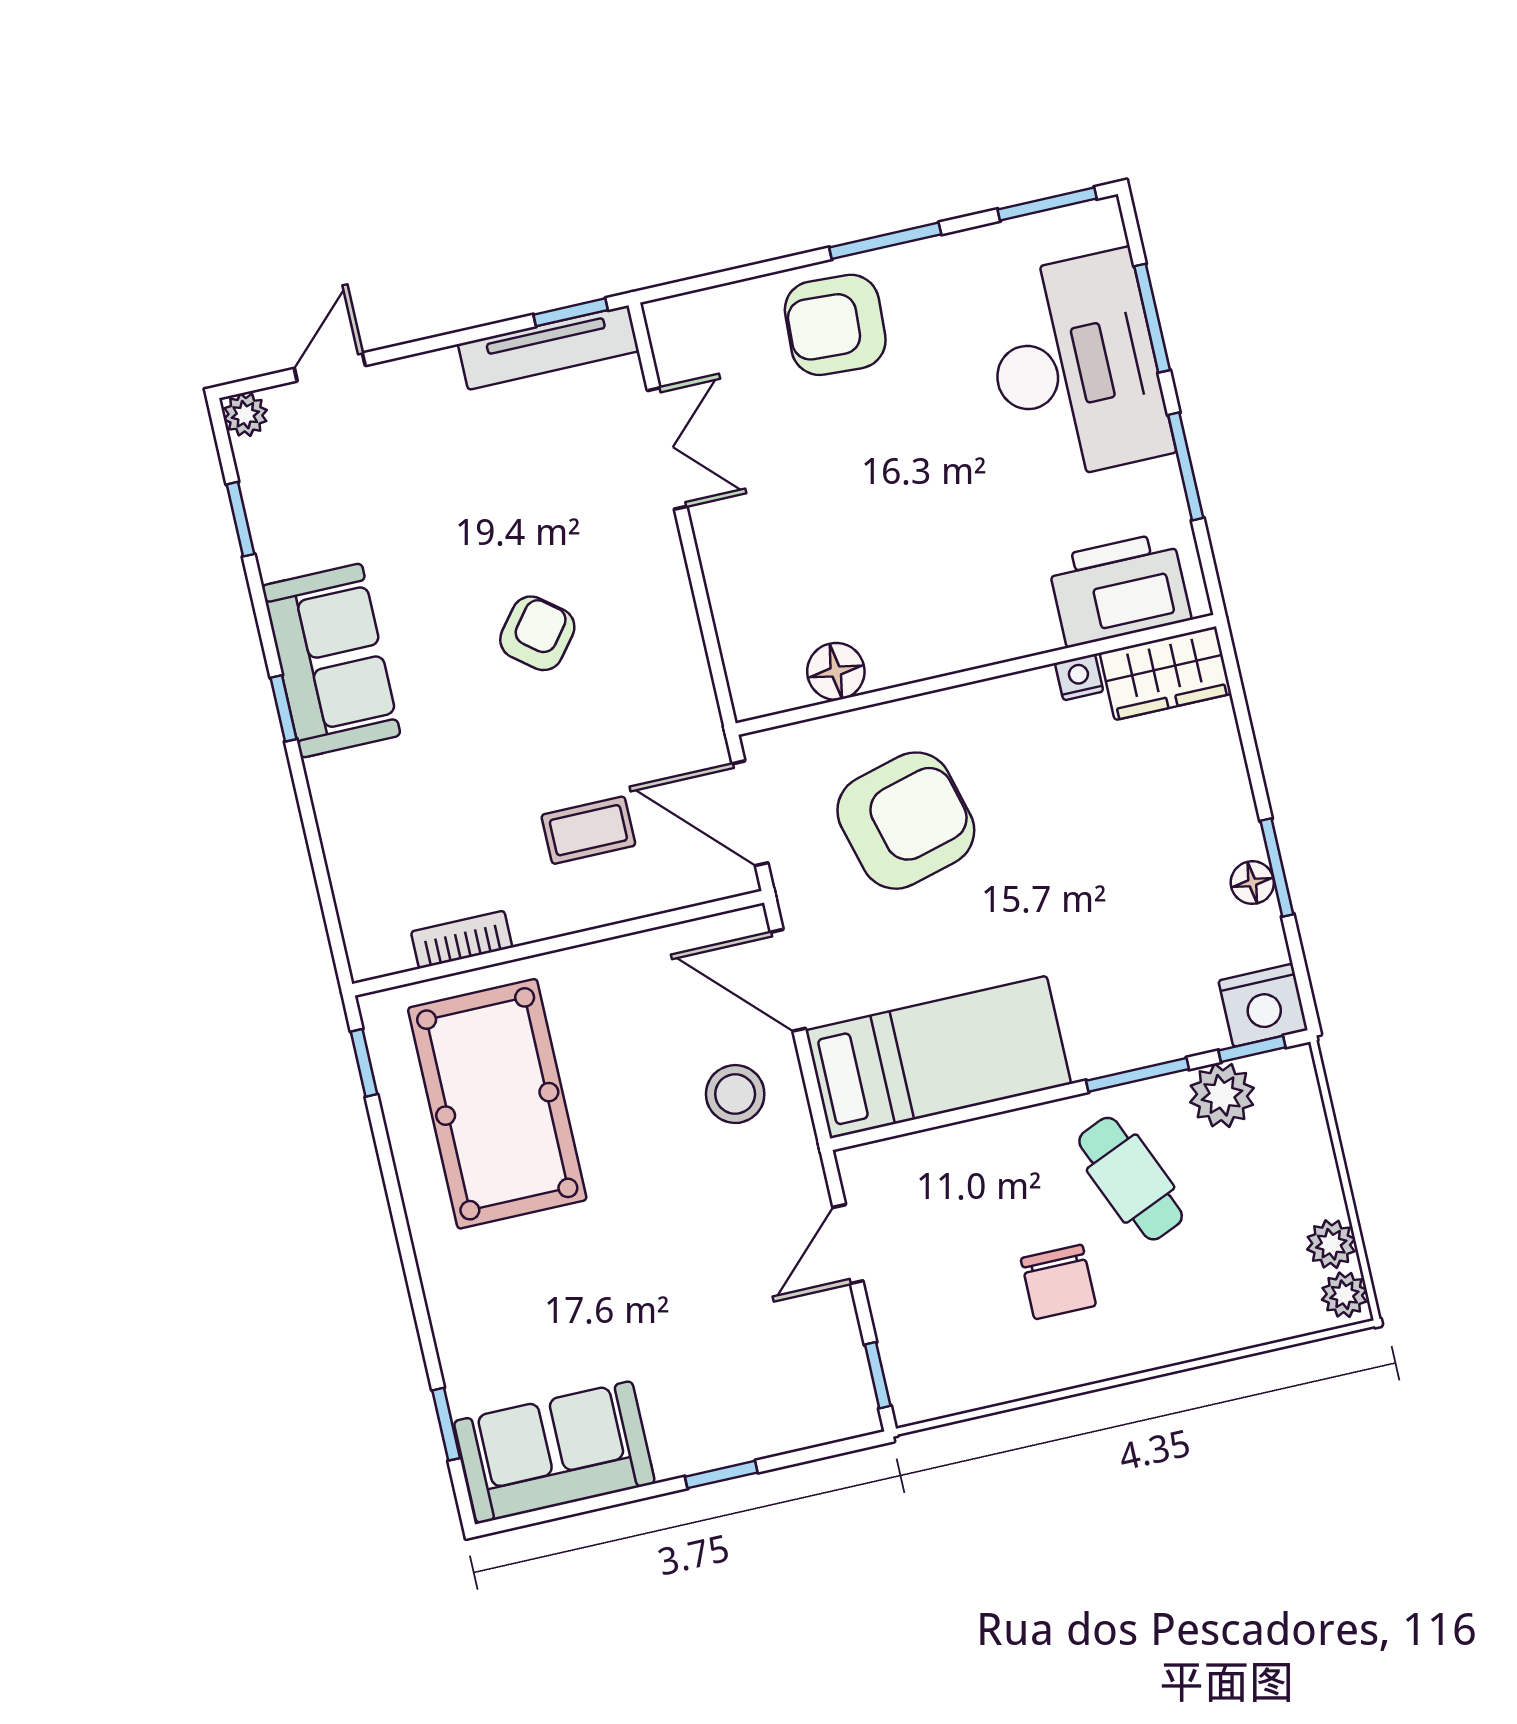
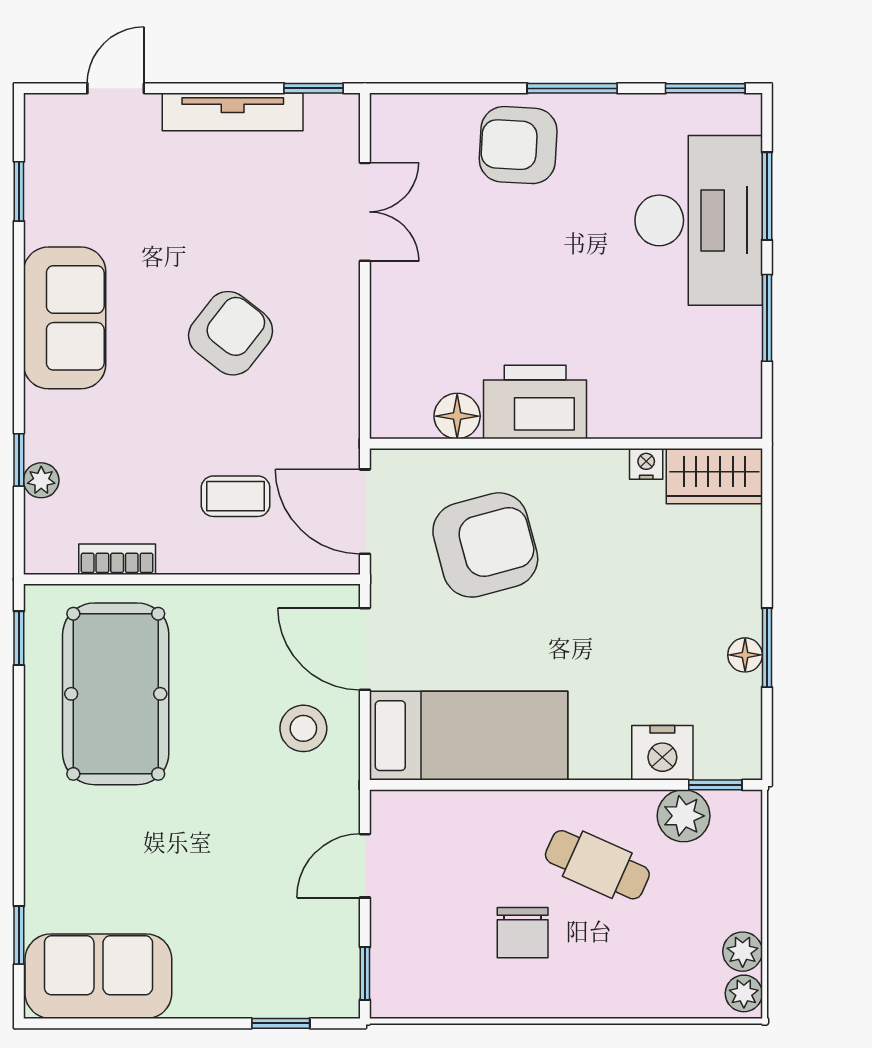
tv unit: (548, 348) -> (233, 112), moved
plant: (245, 415) -> (41, 480), moved
printer: (1119, 589) -> (535, 402), moved
armchair: (537, 633) -> (231, 333), width x1.38, depth x1.38
window: (283, 708) -> (19, 460), moved
nightstand: (1263, 1005) -> (662, 753), moved
window: (1137, 1075) -> (621, 785), removed
cafe table: (1131, 1179) -> (597, 865), turned -43
window: (721, 1475) -> (281, 1023), moved

